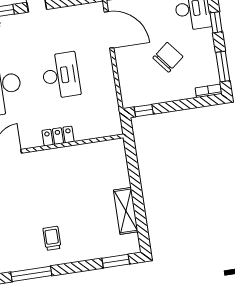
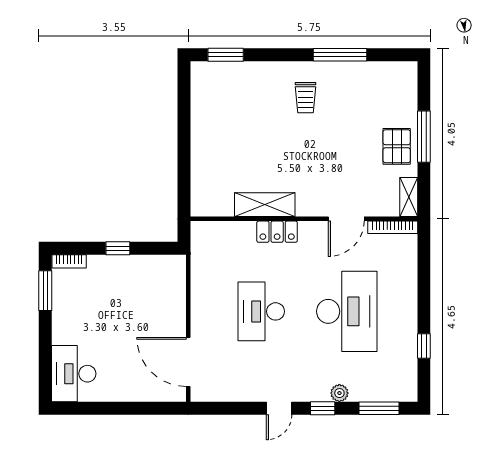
window: (216, 22) -> (45, 350), removed
chair: (168, 57) -> (116, 314), removed
window: (144, 111) -> (118, 248), moved
shelving: (126, 211) -> (265, 205), moved, turned 90

